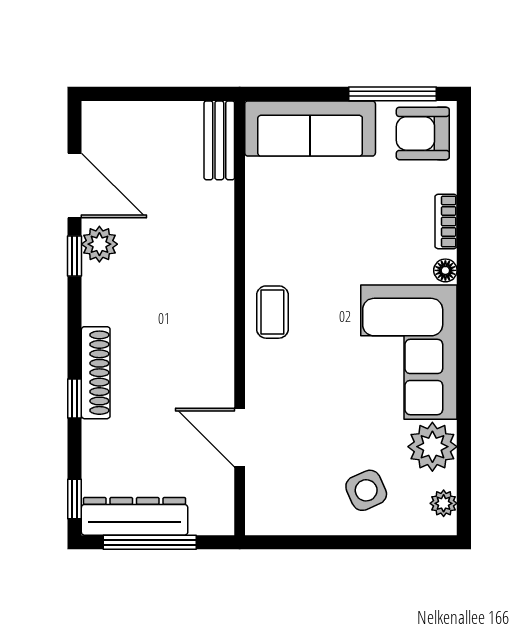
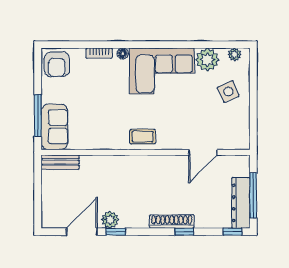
window: (393, 94) -> (38, 115), moved
sofa: (310, 128) -> (54, 127), width x0.73

